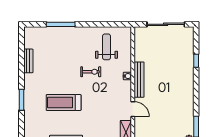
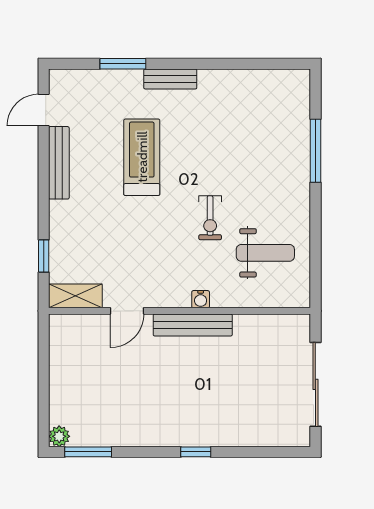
bench: (28, 61) -> (170, 79), moved
window: (196, 61) -> (196, 452), moved
window: (21, 100) -> (123, 64), moved

